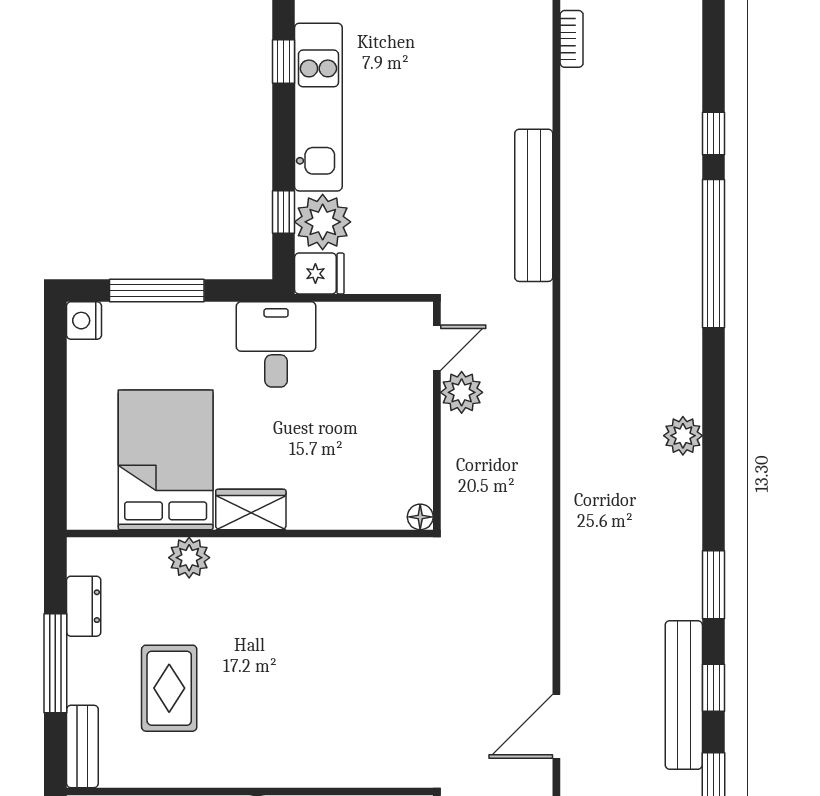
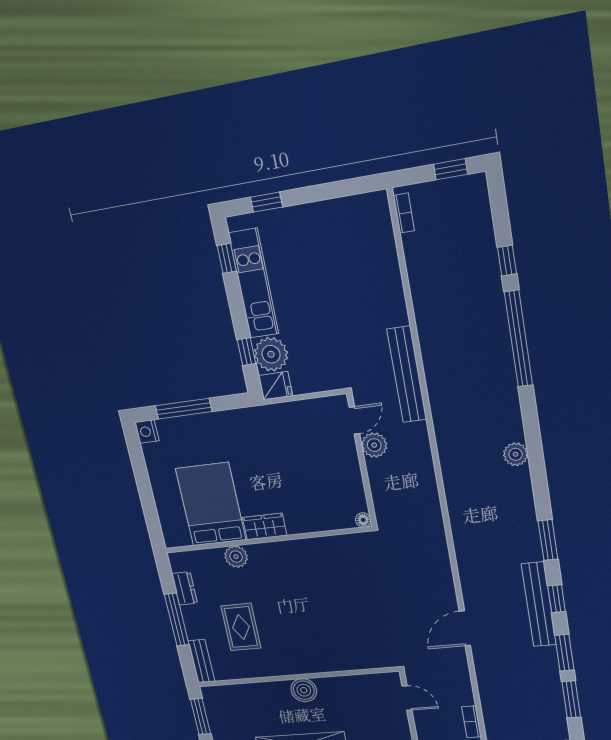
bench: (534, 205) -> (407, 375), moved
desk: (276, 344) -> (259, 431), removed

